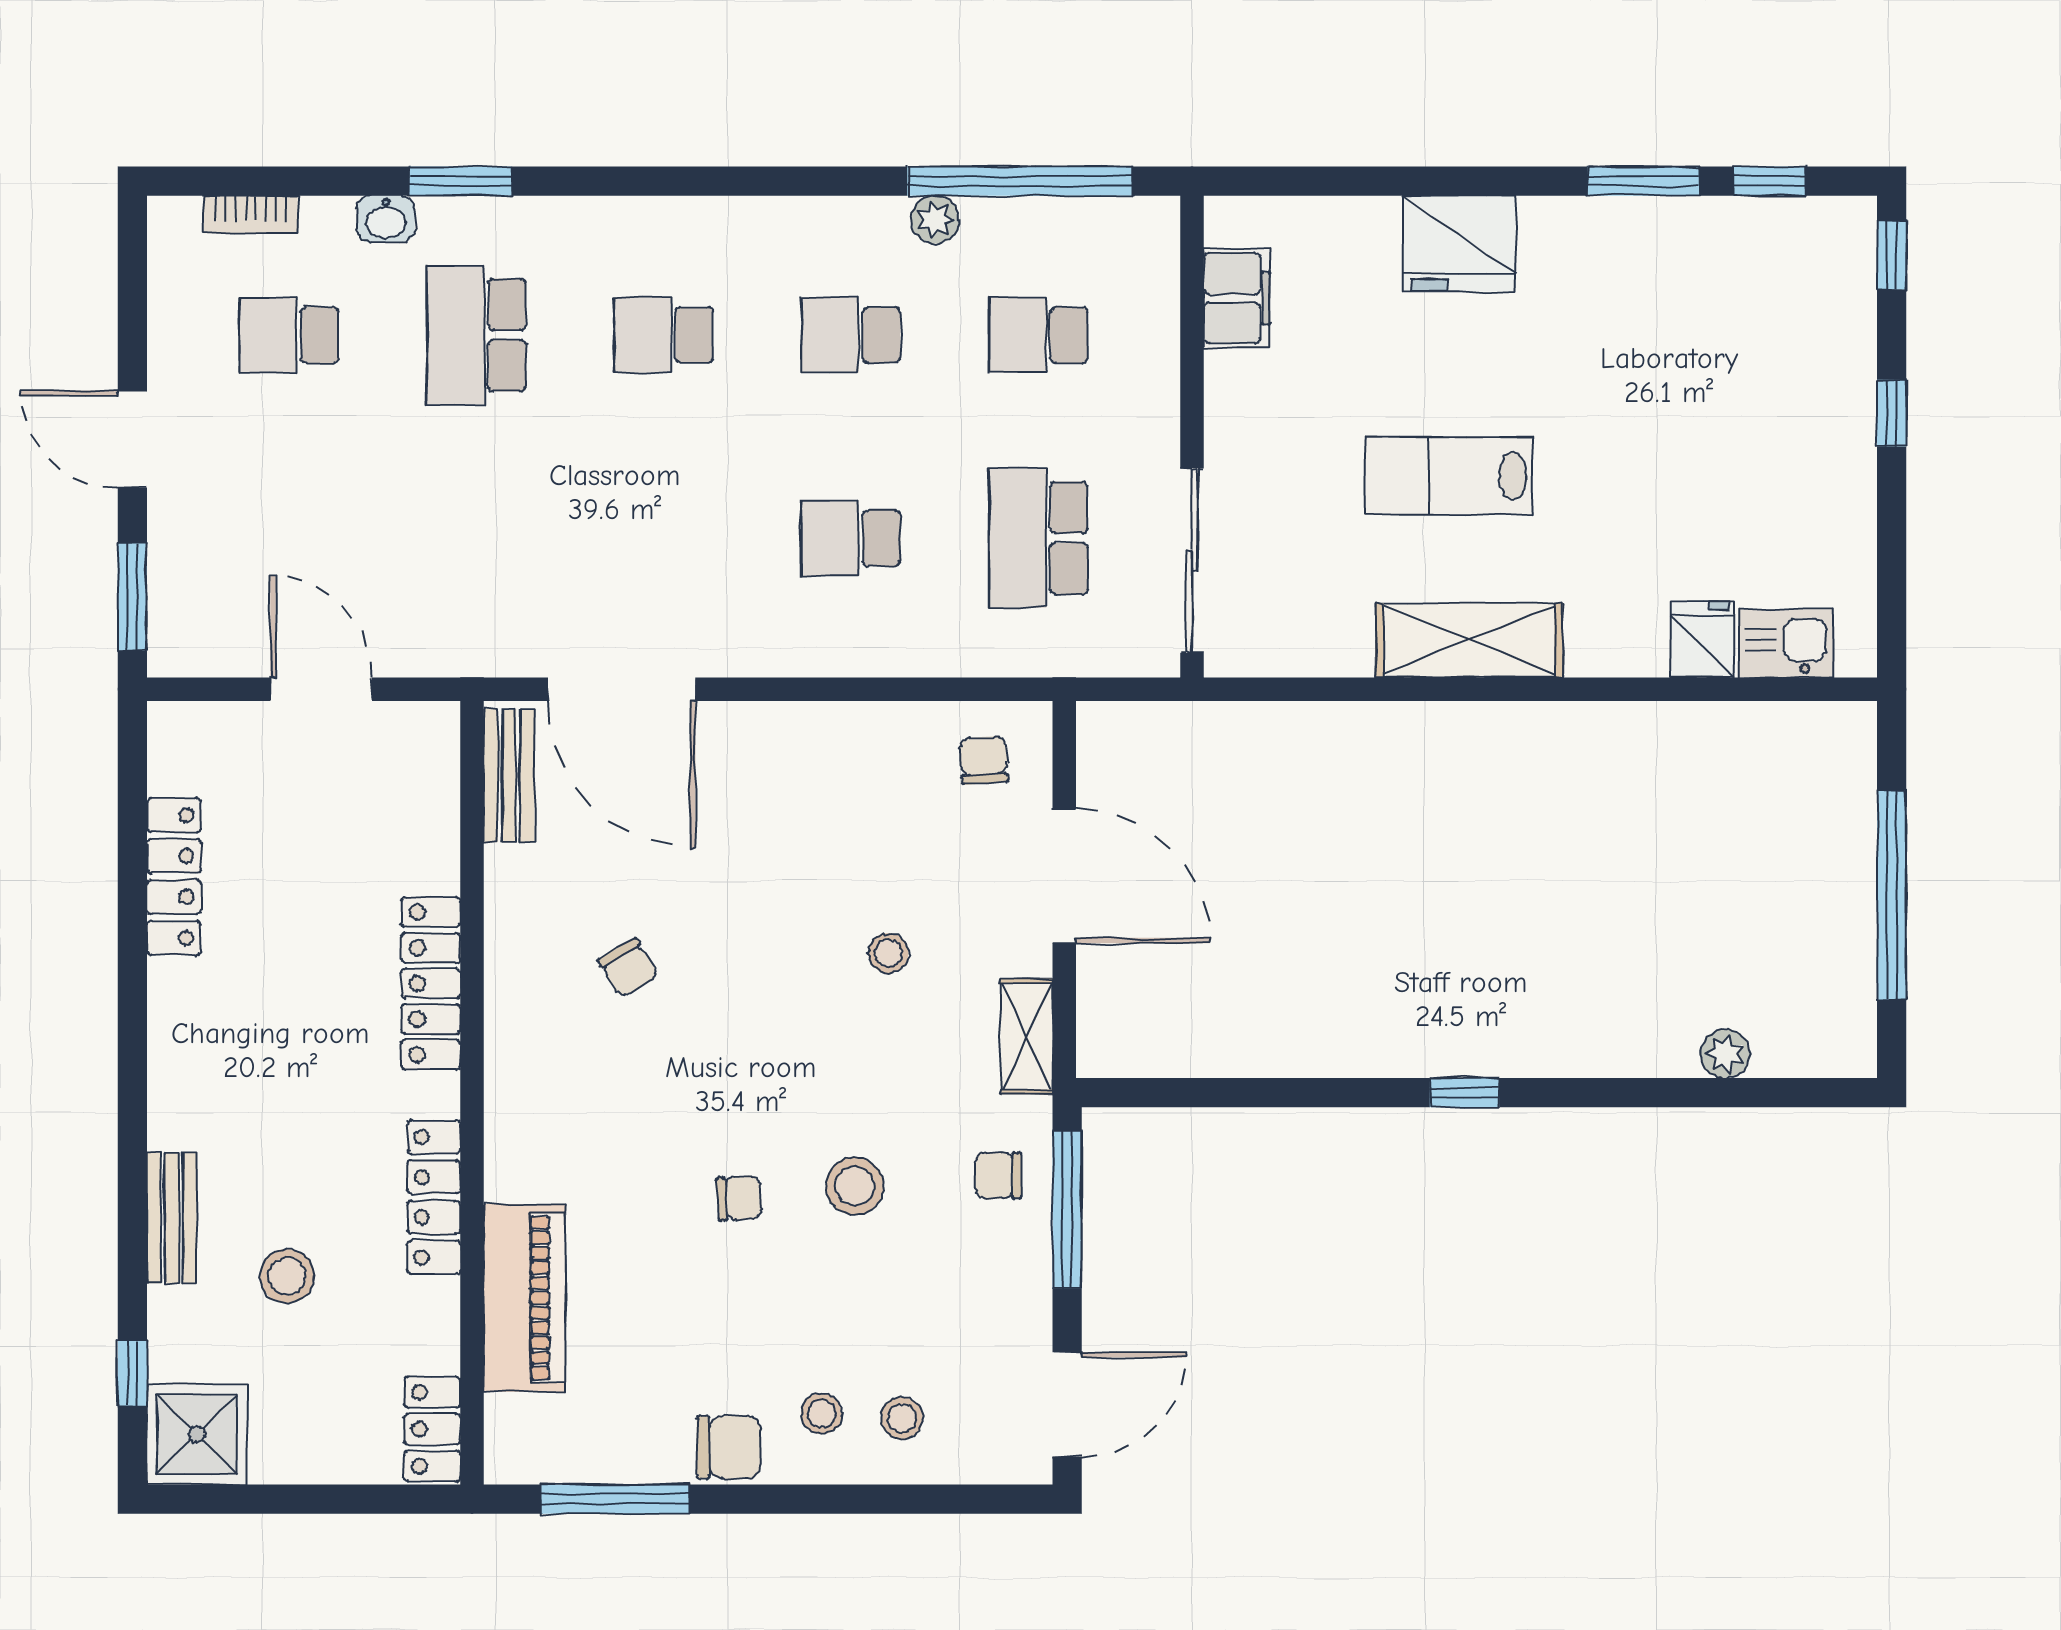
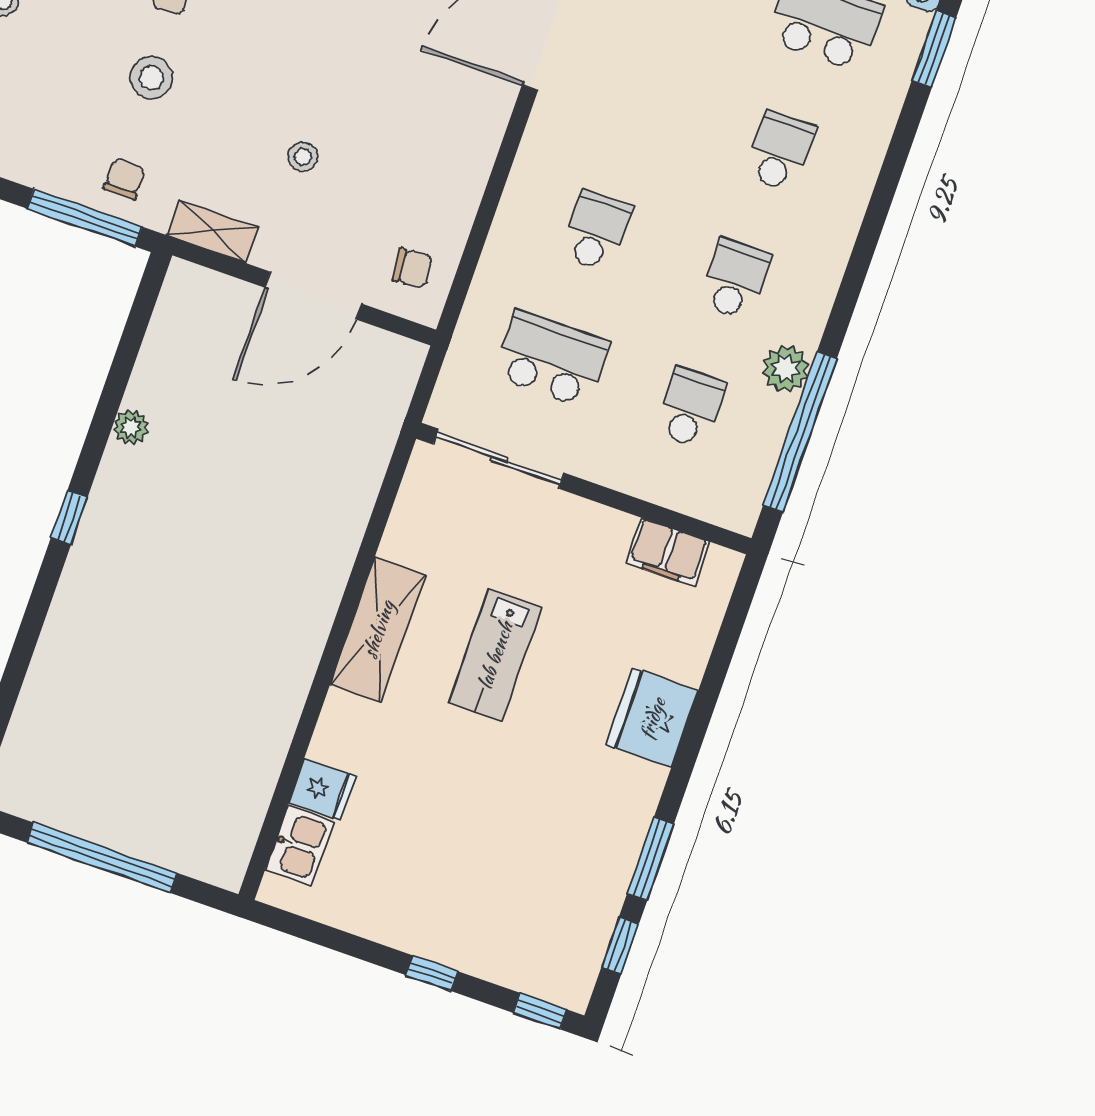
plant: (935, 220) -> (786, 369), width x1.38, depth x1.38
lab bench: (1449, 476) -> (495, 655), turned 180
plant: (1725, 1054) -> (131, 427), moved

